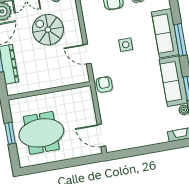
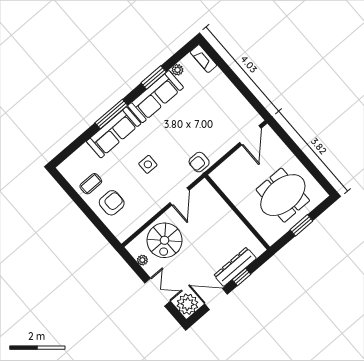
spiral stairs: (48, 30) -> (165, 240), moved
meeting table: (41, 133) -> (283, 195), turned 90

